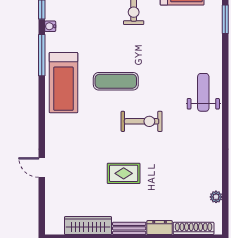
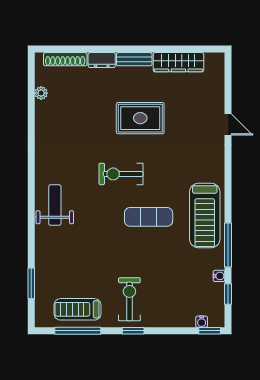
treadmill: (63, 83) -> (205, 216), turned 180
weight bench: (203, 92) -> (55, 205), turned 180
rug: (124, 173) -> (140, 118), width x1.36, depth x1.43

